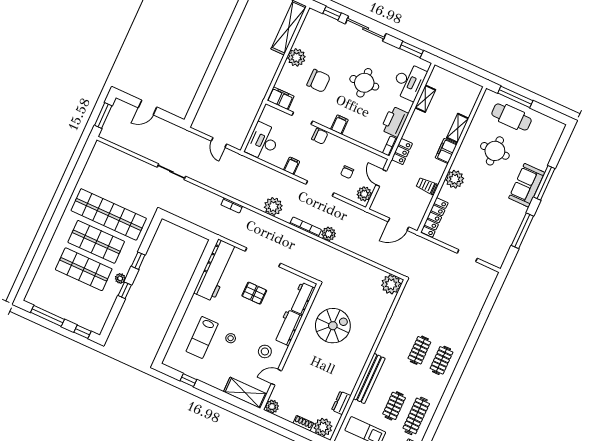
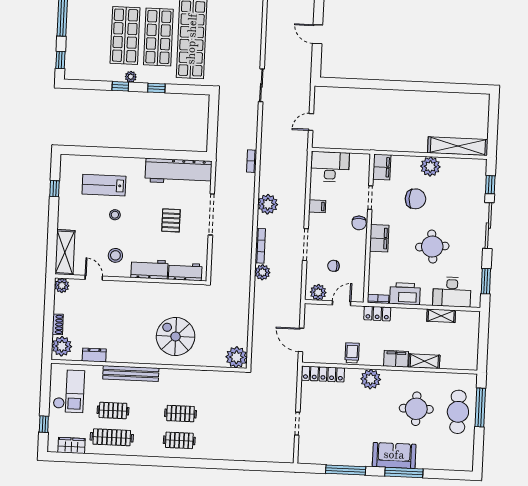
chair: (319, 81) -> (415, 199), turned -89
filing cabinet: (339, 125) -> (379, 238), width x2.00
spiral stairs: (333, 326) -> (176, 336), moved, turned 180

